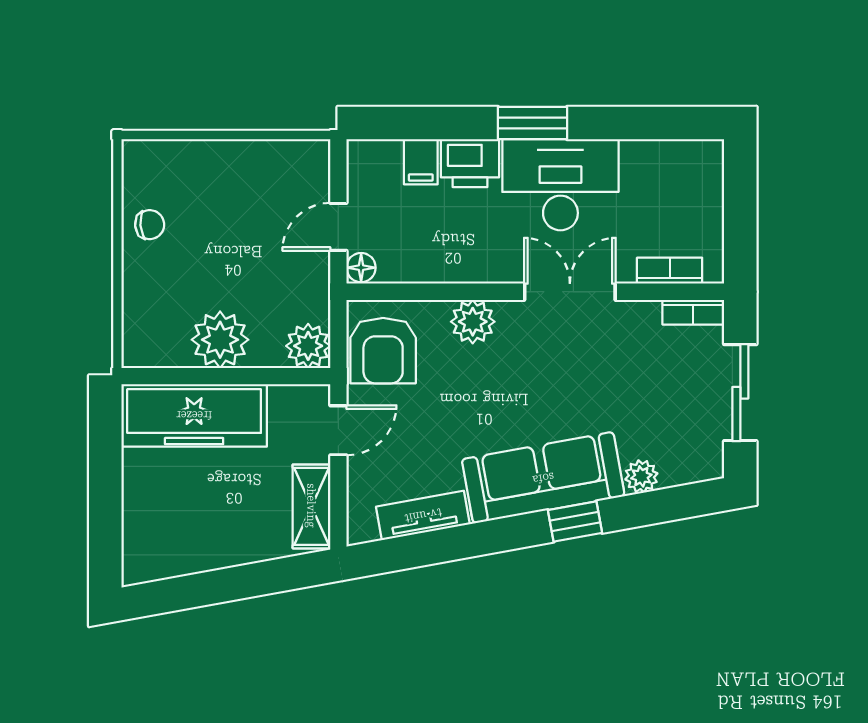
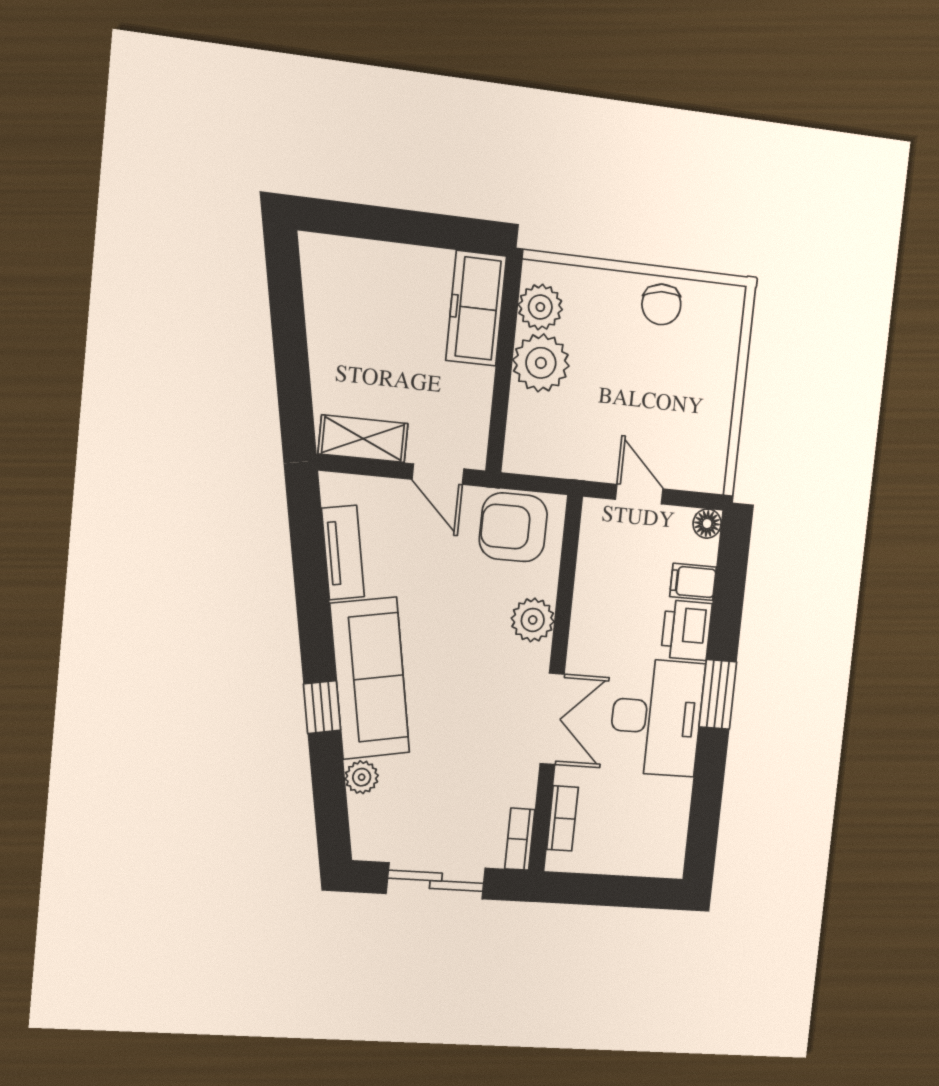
chair: (150, 225) -> (661, 304), width x1.37, depth x1.37
floor lamp: (361, 268) -> (707, 524), moved
plant: (308, 346) -> (540, 307), moved
freezer: (194, 415) -> (476, 308), width x0.73, depth x0.79

